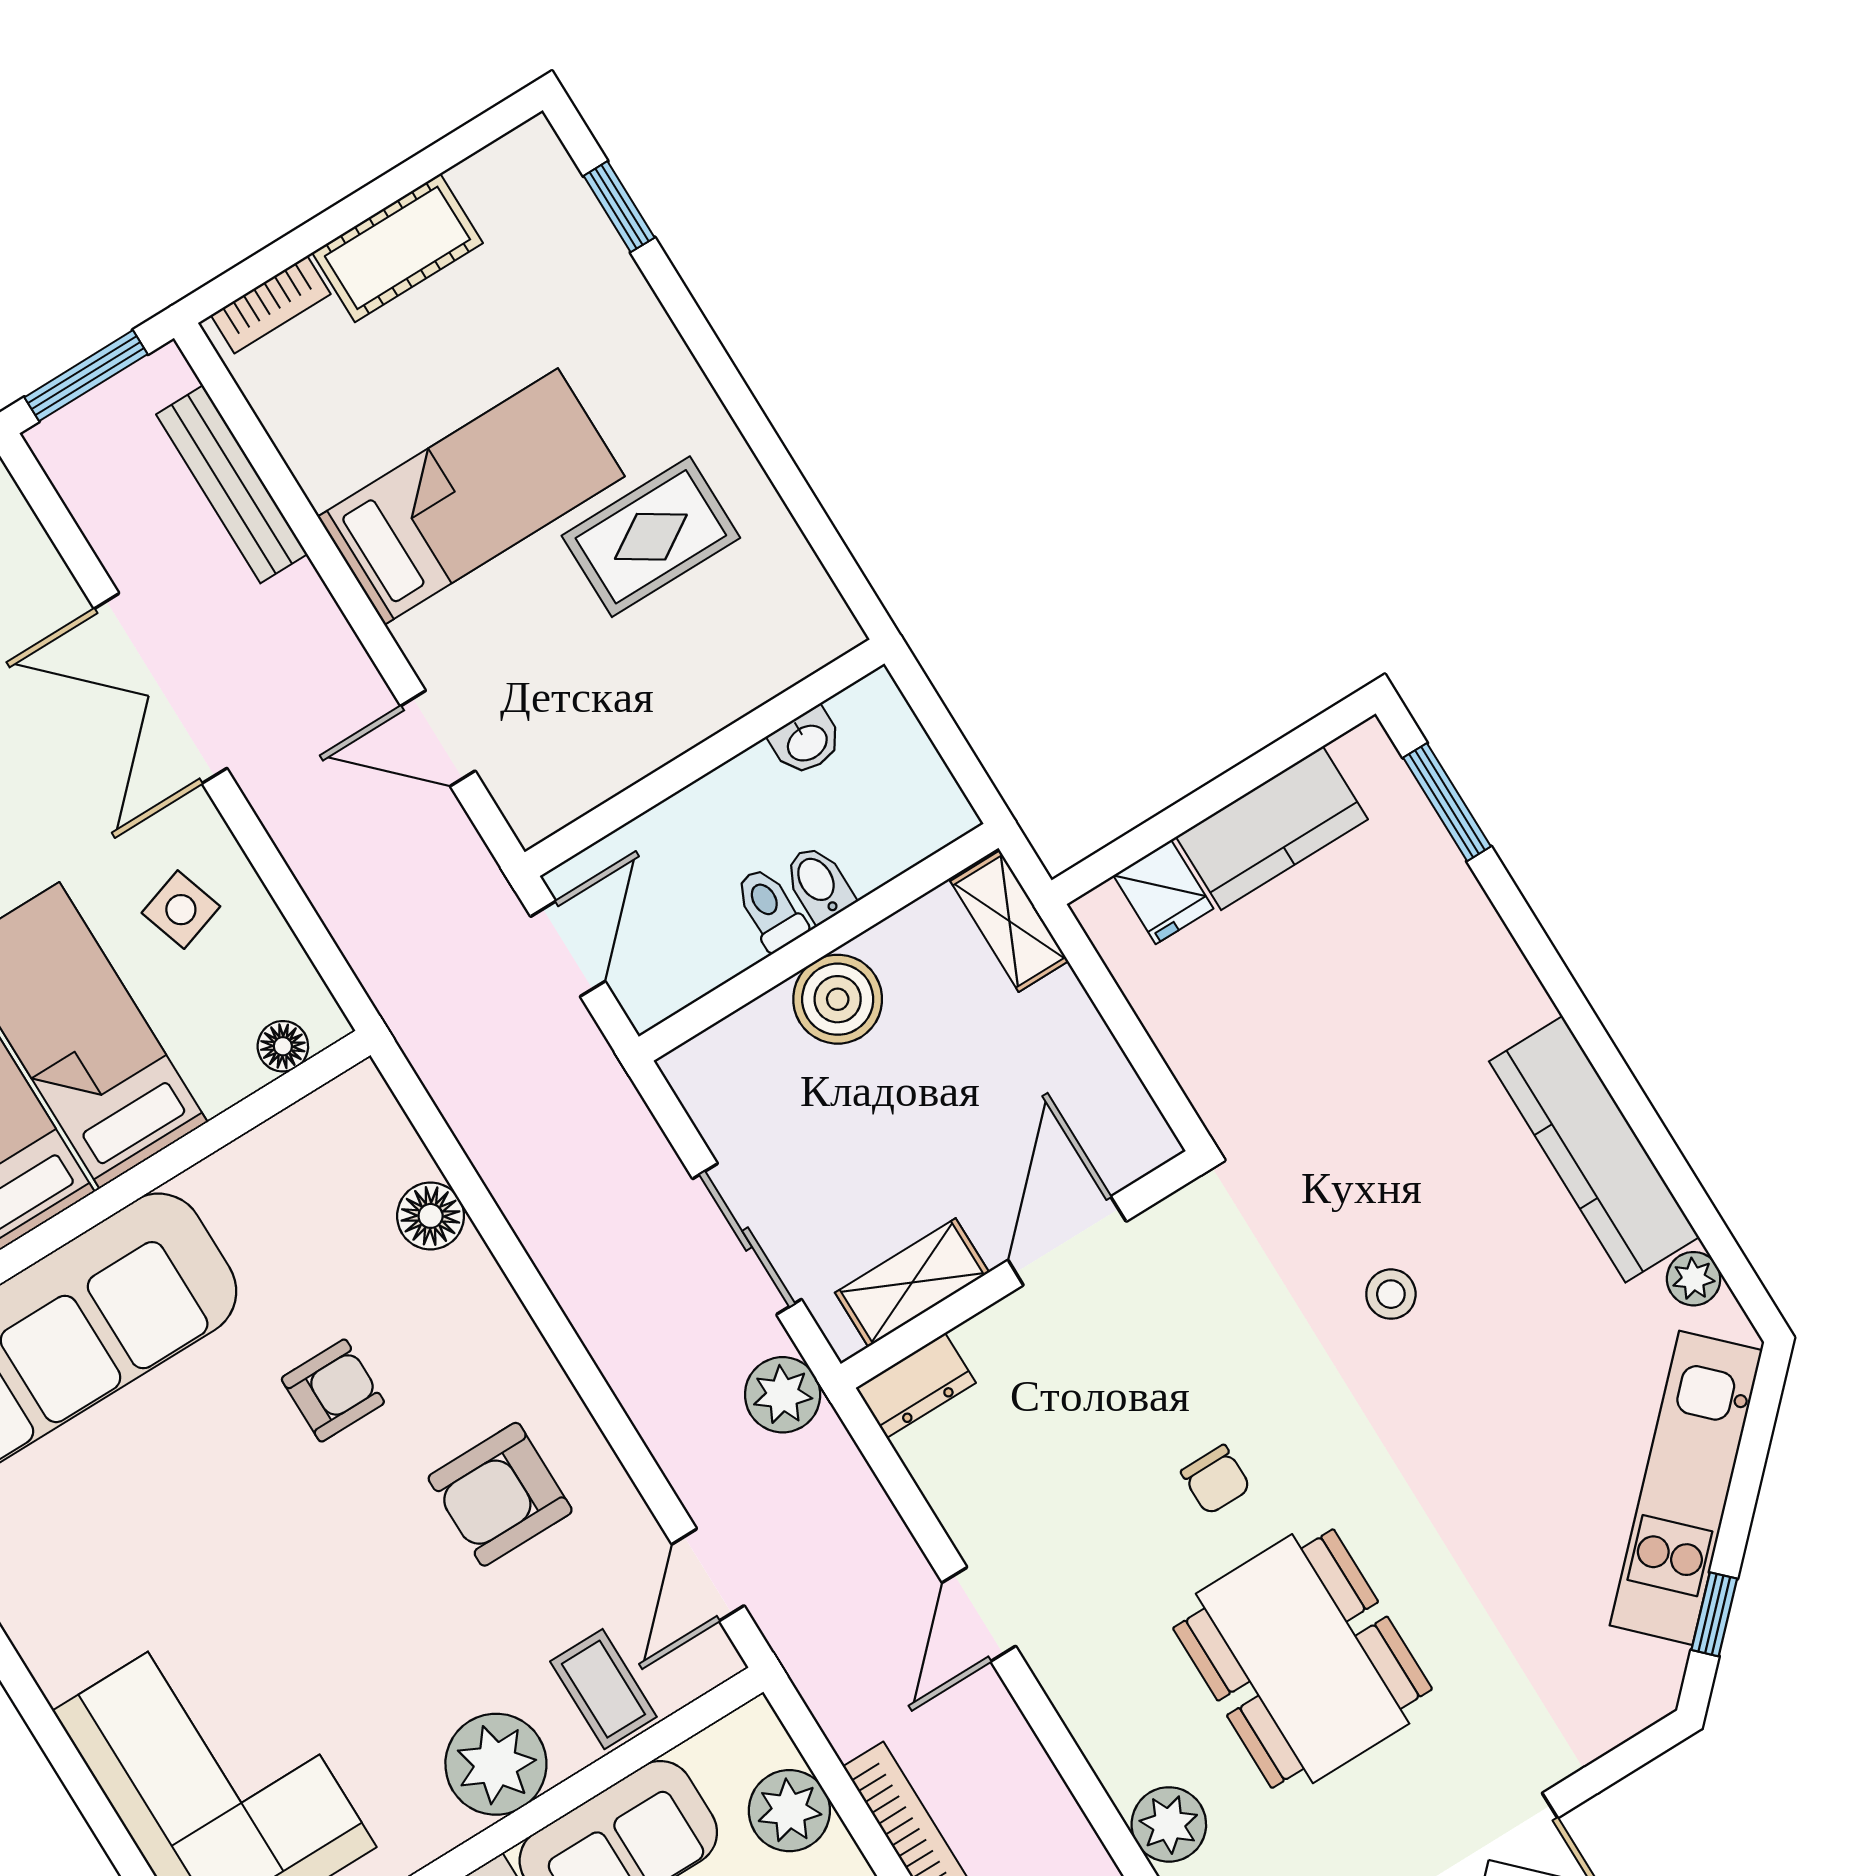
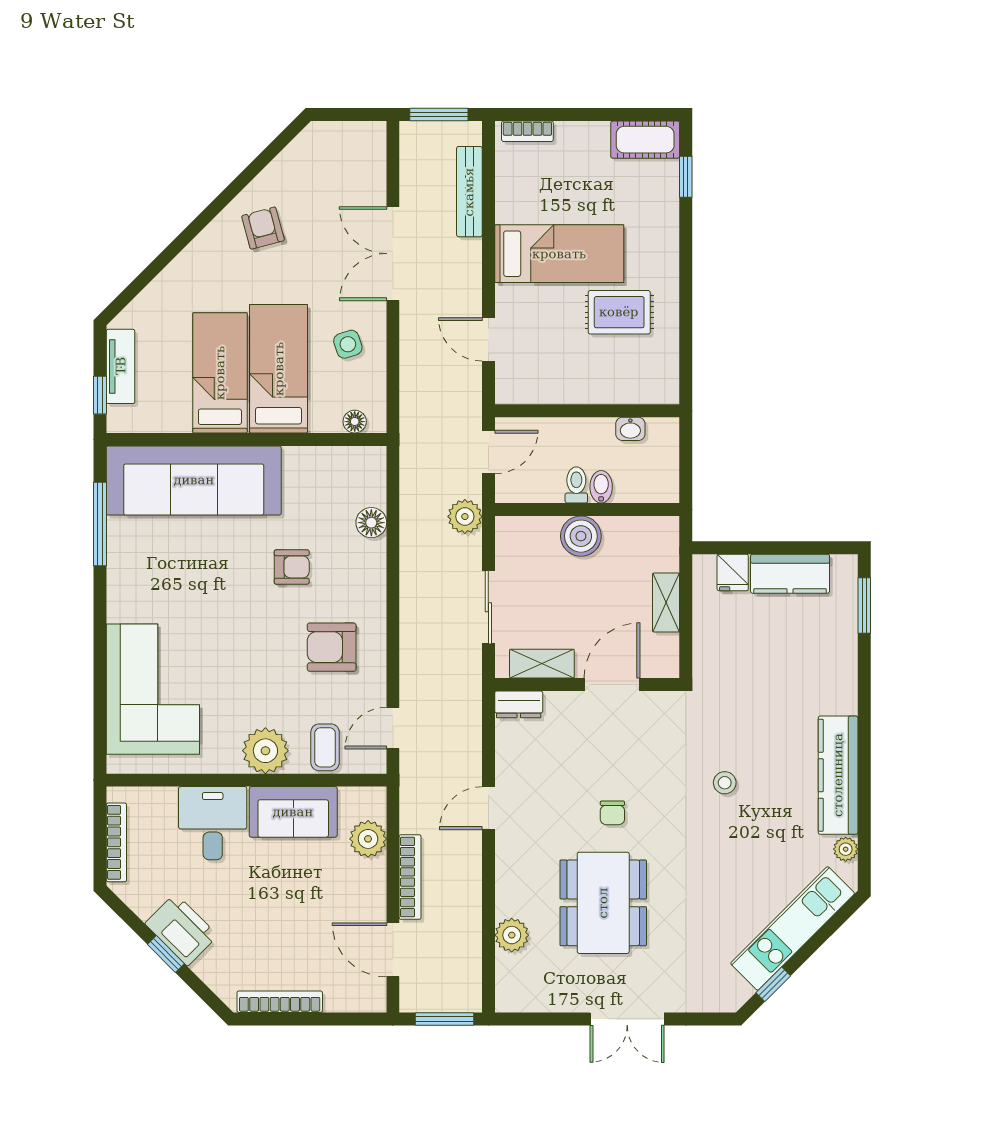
cot: (397, 248) -> (645, 140), moved
shelving: (1009, 921) -> (666, 603), moved
plant: (783, 1395) -> (465, 517), moved

